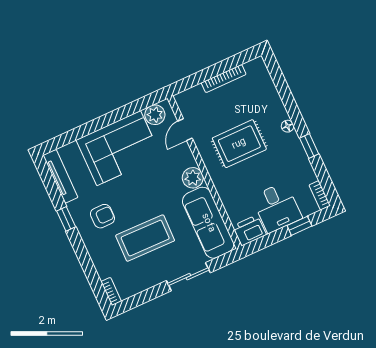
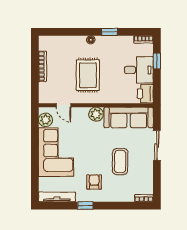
coffee table: (145, 238) -> (120, 161), width x0.73, depth x0.76

